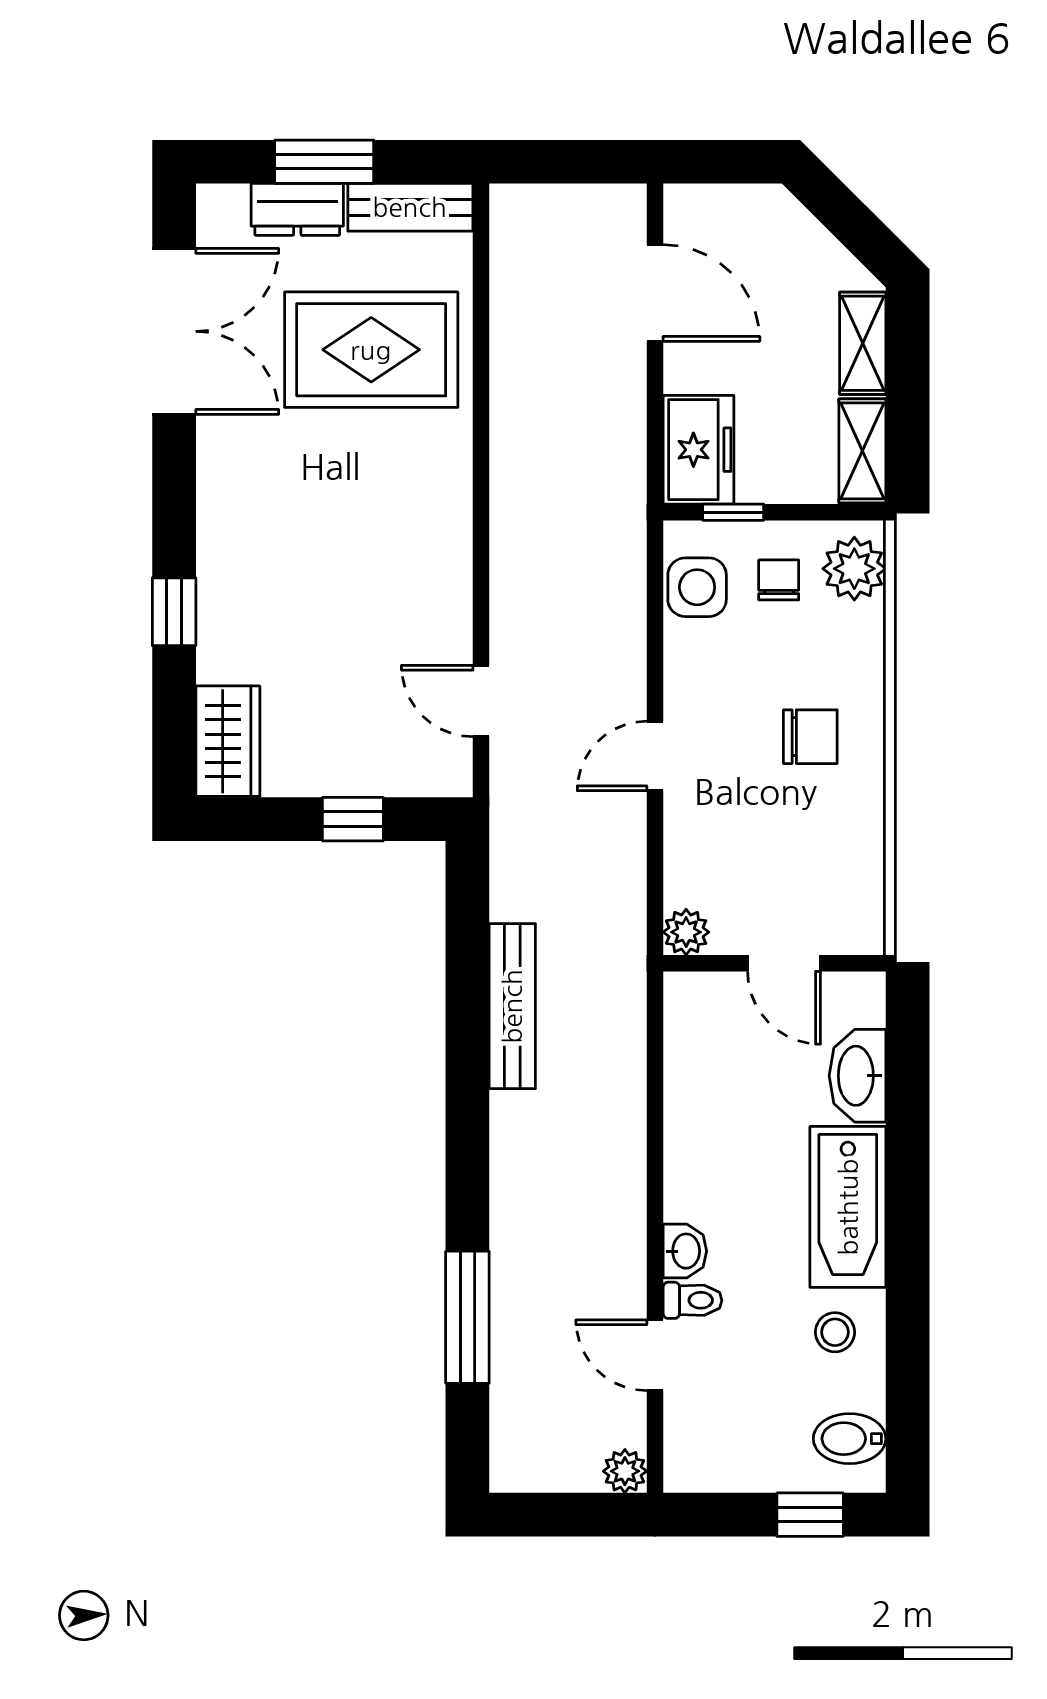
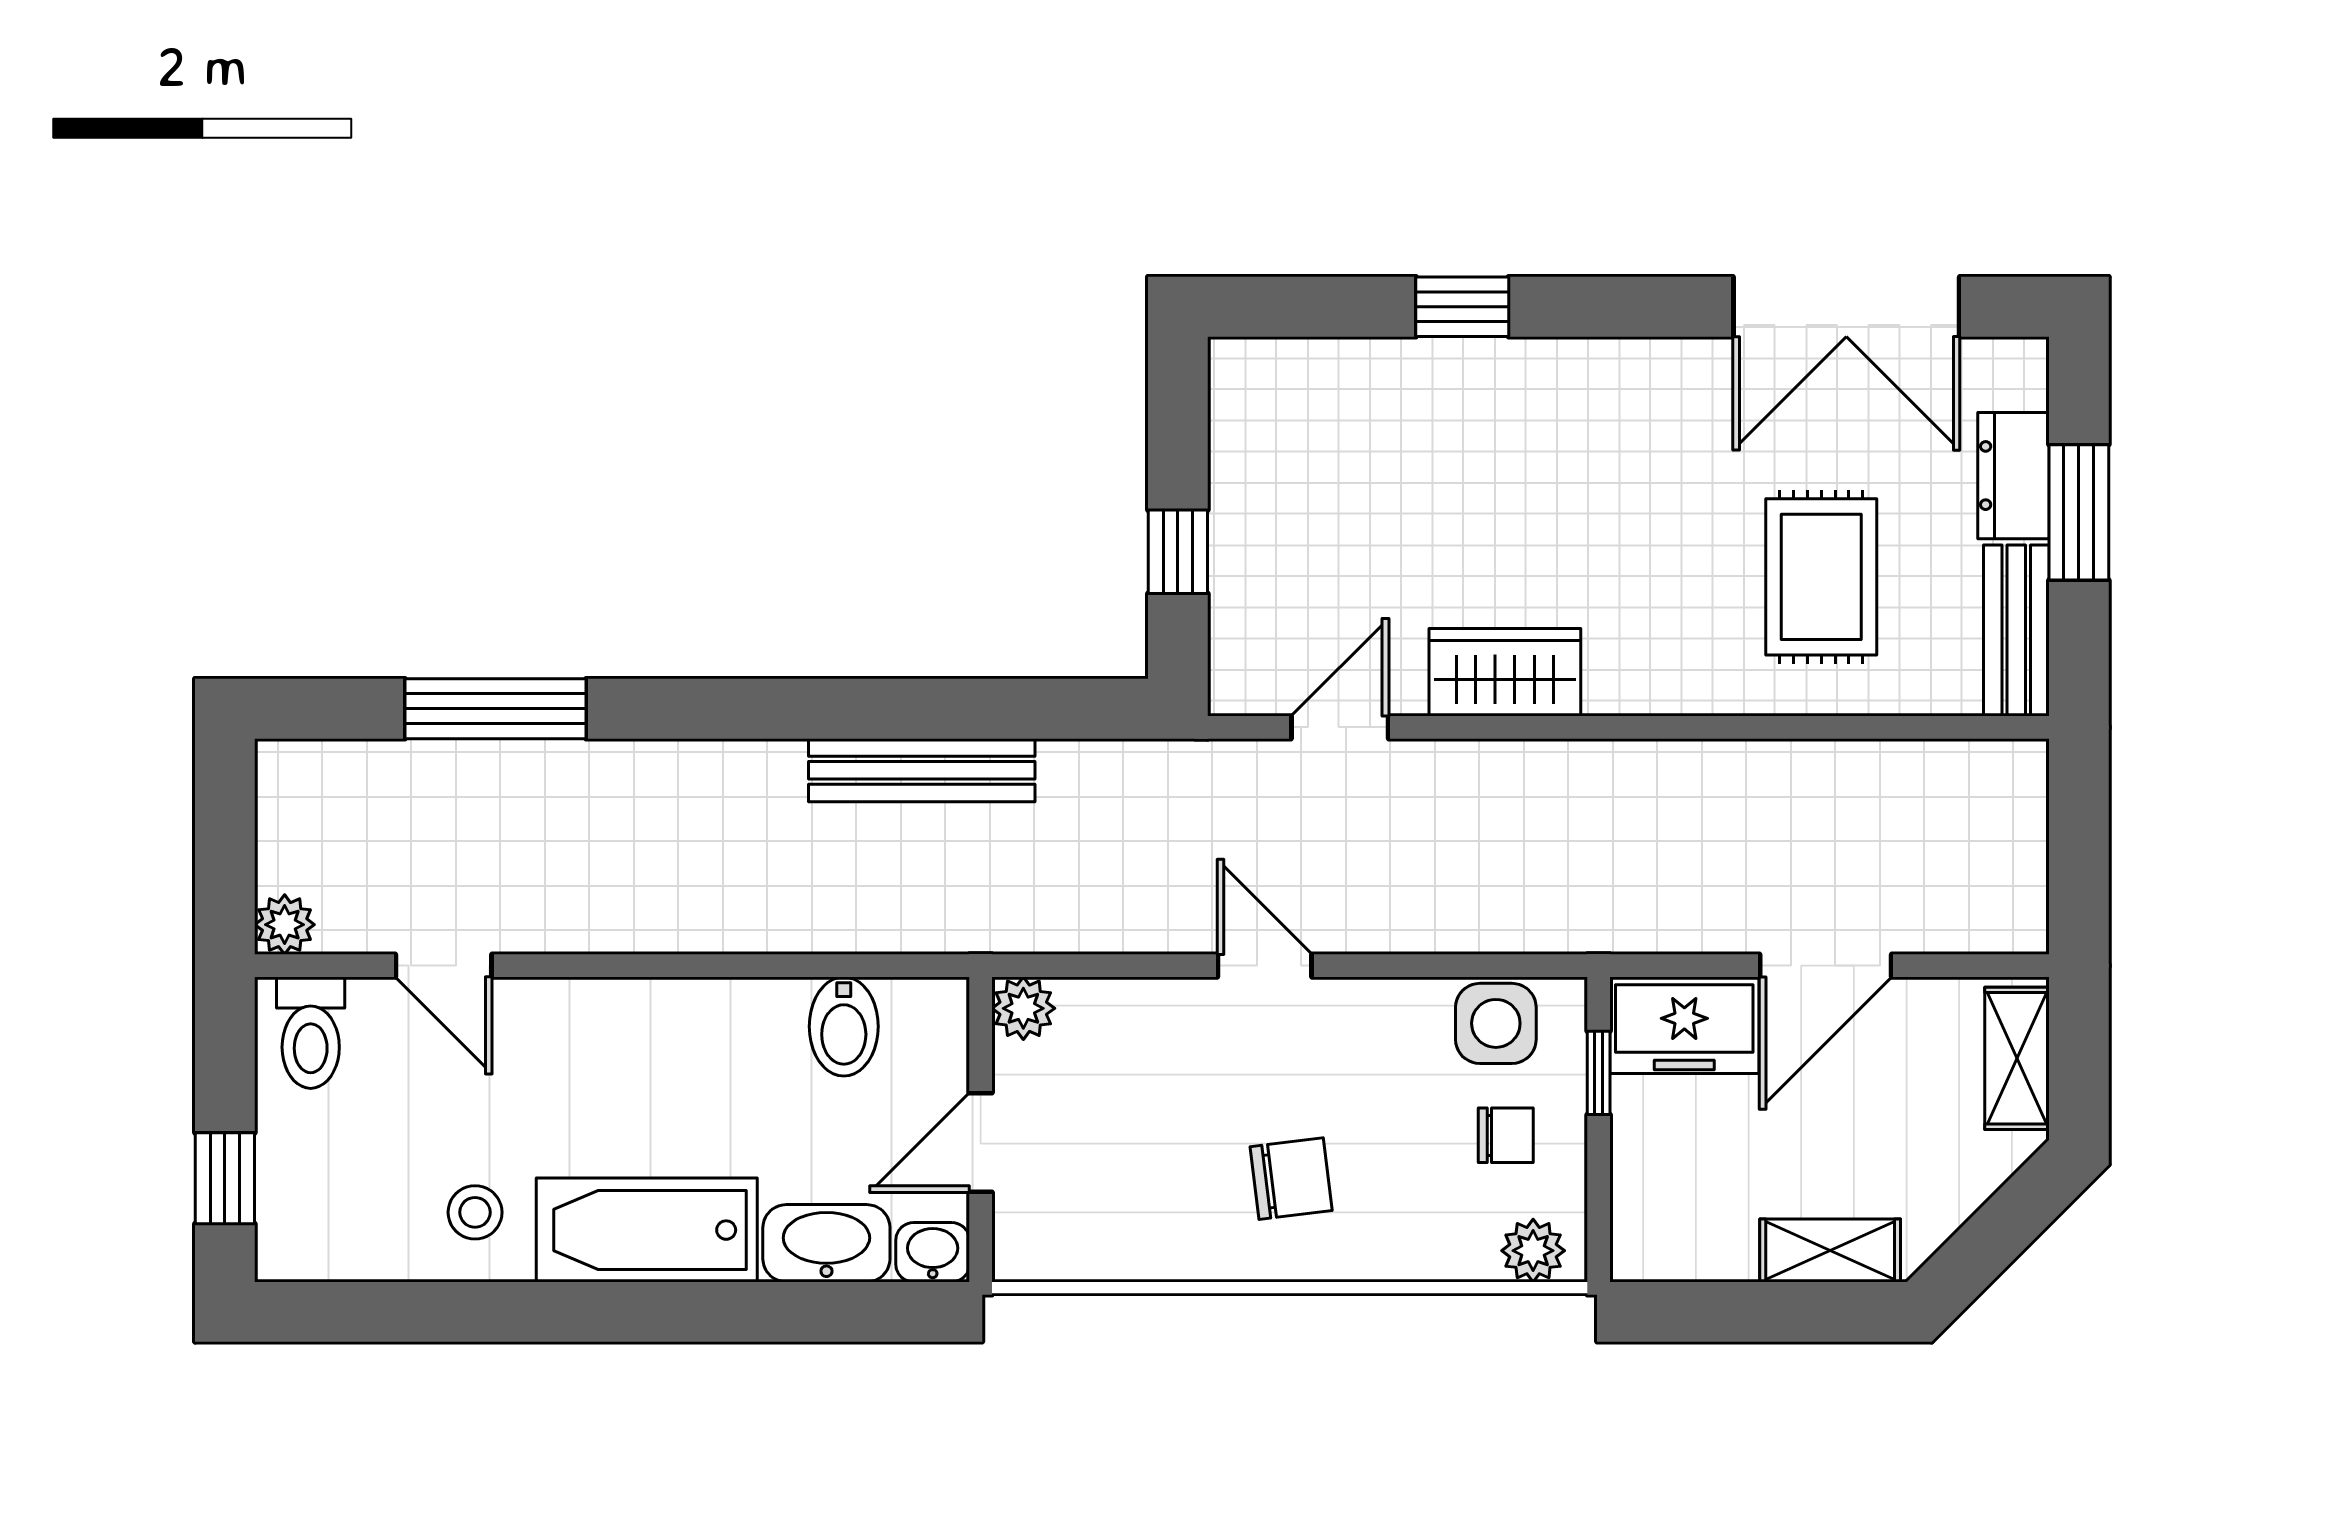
door: (655, 293) -> (1826, 966), moved
rug: (371, 350) -> (1821, 577), width x0.73, depth x0.70
shelving: (862, 451) -> (2017, 1058), moved, turned 90
plant: (854, 569) -> (1533, 1251), width x0.73, depth x0.73
chair: (810, 737) -> (1291, 1179), turned -97
wardrobe: (228, 741) -> (1505, 672), moved, turned 180
washbasin: (685, 1251) -> (933, 1252), moved, turned 180
toilet: (692, 1300) -> (311, 1033), moved, width x1.37, depth x1.39
door: (655, 1355) -> (444, 966), swing flipped
bidet: (850, 1439) -> (844, 1026), moved, turned 180

